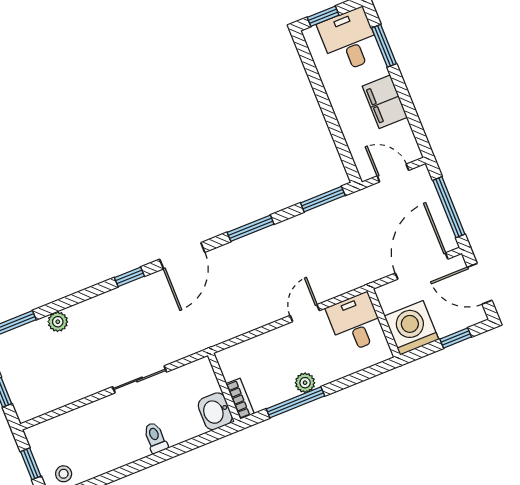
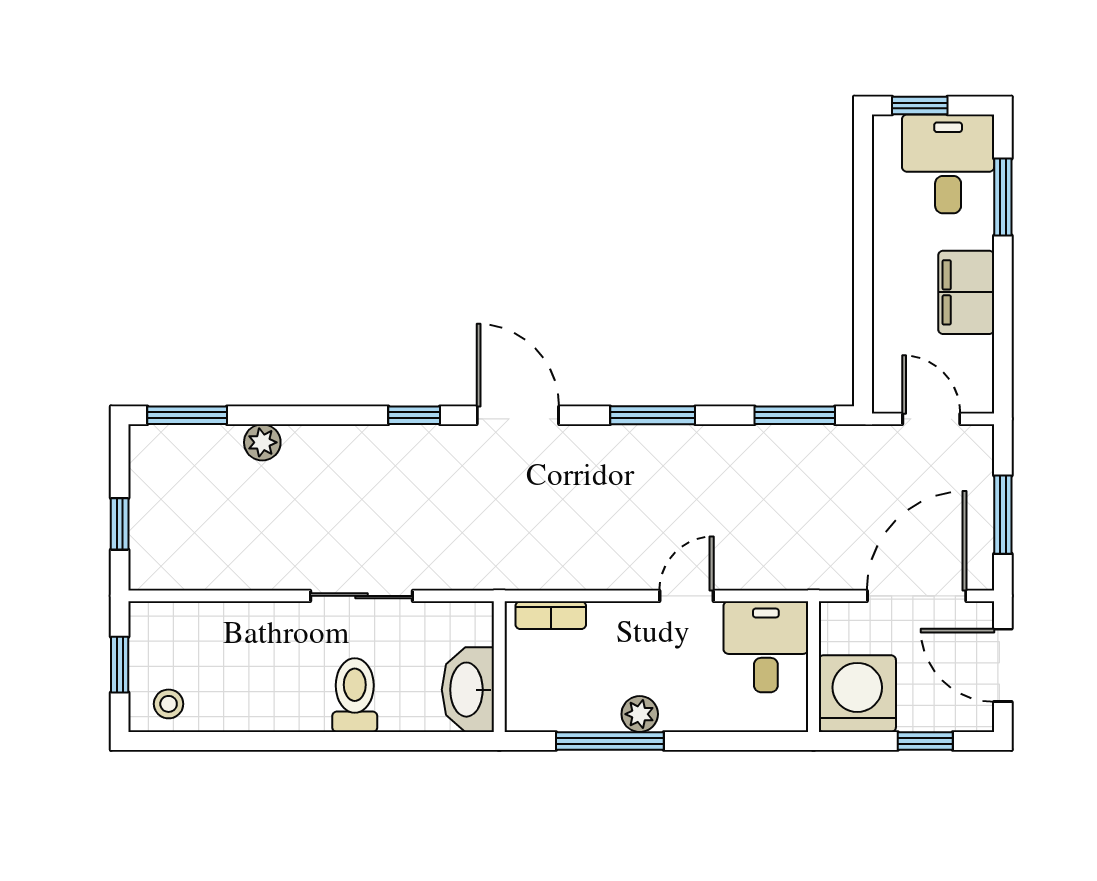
window: (449, 207) -> (1003, 515), width x0.69
door: (182, 256) -> (518, 415), swing flipped
bookcase: (240, 399) -> (551, 615), moved, turned 90
washbasin: (215, 411) -> (468, 690), width x1.38
toilet: (155, 438) -> (355, 695), width x1.37, depth x1.39

